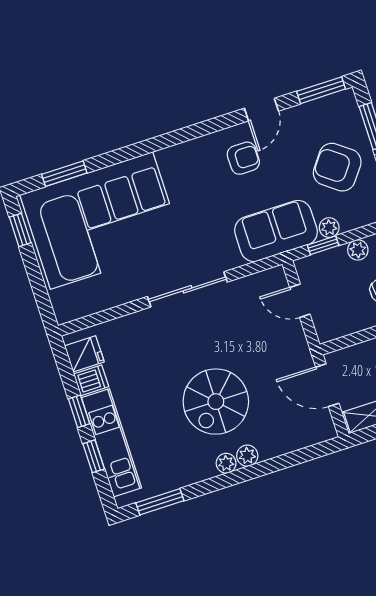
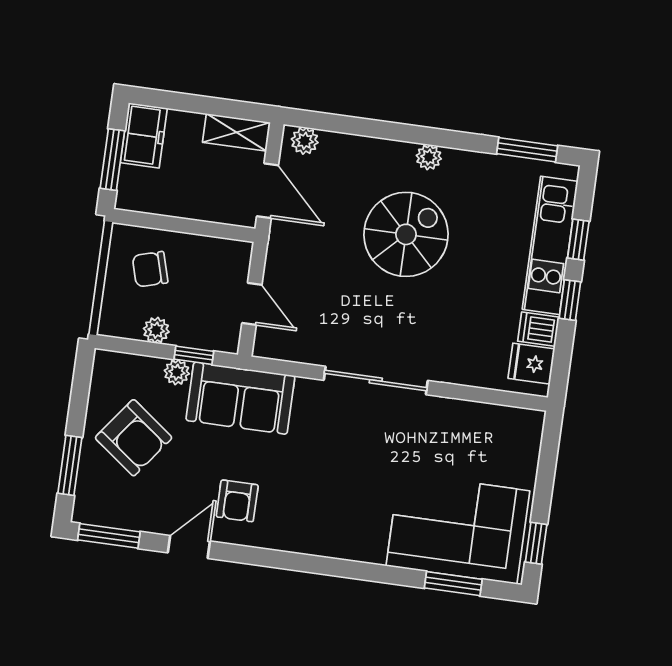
armchair: (243, 158) -> (237, 501), turned -90
corner sofa: (102, 221) -> (458, 528), width x0.73, depth x0.74
plant: (247, 456) -> (305, 141), moved

